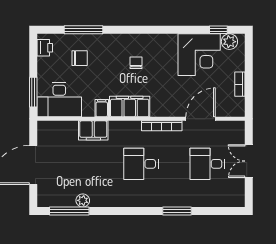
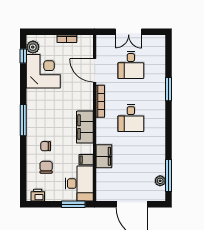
window: (83, 30) -> (23, 120), moved
chair: (136, 63) -> (46, 146), moved
filing cabinet: (102, 108) -> (86, 160), moved
plant: (83, 200) -> (160, 181), moved

